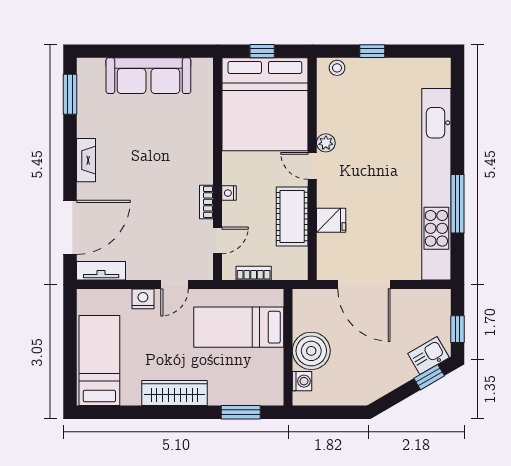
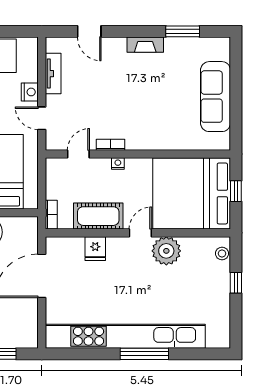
window: (70, 94) -> (183, 31), moved
plant: (326, 143) -> (166, 251), width x1.88, depth x1.88
window: (458, 204) -> (144, 354), moved
door: (70, 227) -> (89, 31), width x0.53
door: (218, 240) -> (78, 154), swing flipped
tv unit: (101, 271) -> (53, 74), moved
bookcase: (254, 273) -> (51, 215), moved

